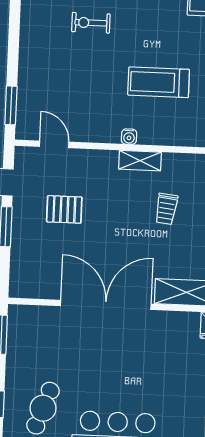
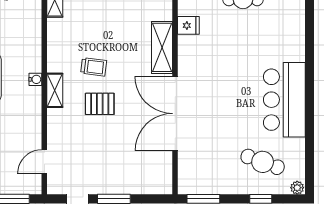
water cooler: (129, 137) -> (35, 79), moved
pallet: (64, 209) -> (100, 104), moved, turned 90

